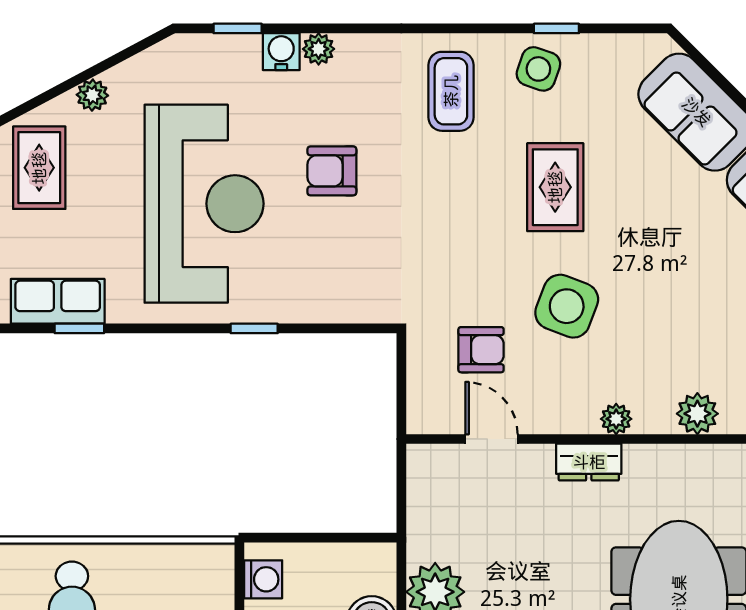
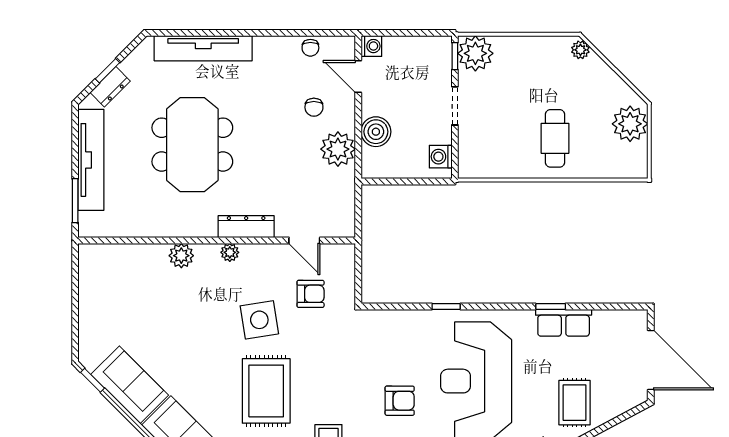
rug: (555, 187) -> (266, 391), width x1.36, depth x1.43
side table: (567, 306) -> (259, 320), turned -30
armchair: (481, 350) -> (311, 294), turned 180
dresser: (589, 462) -> (246, 227), width x1.44

